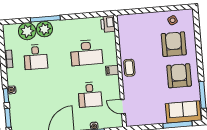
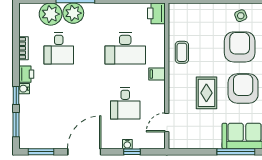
coffee table: (129, 68) -> (182, 52), moved
printer: (12, 79) -> (26, 74), added
rug: (151, 81) -> (206, 93), added
door: (123, 107) -> (167, 122), hinge flipped

